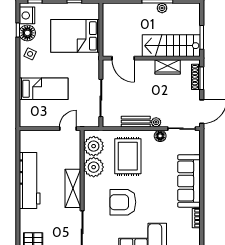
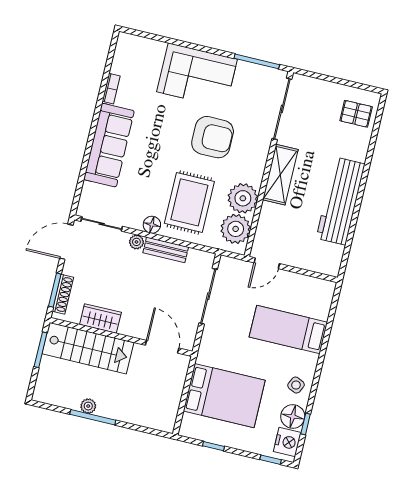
floor lamp: (160, 136) -> (152, 225), moved

